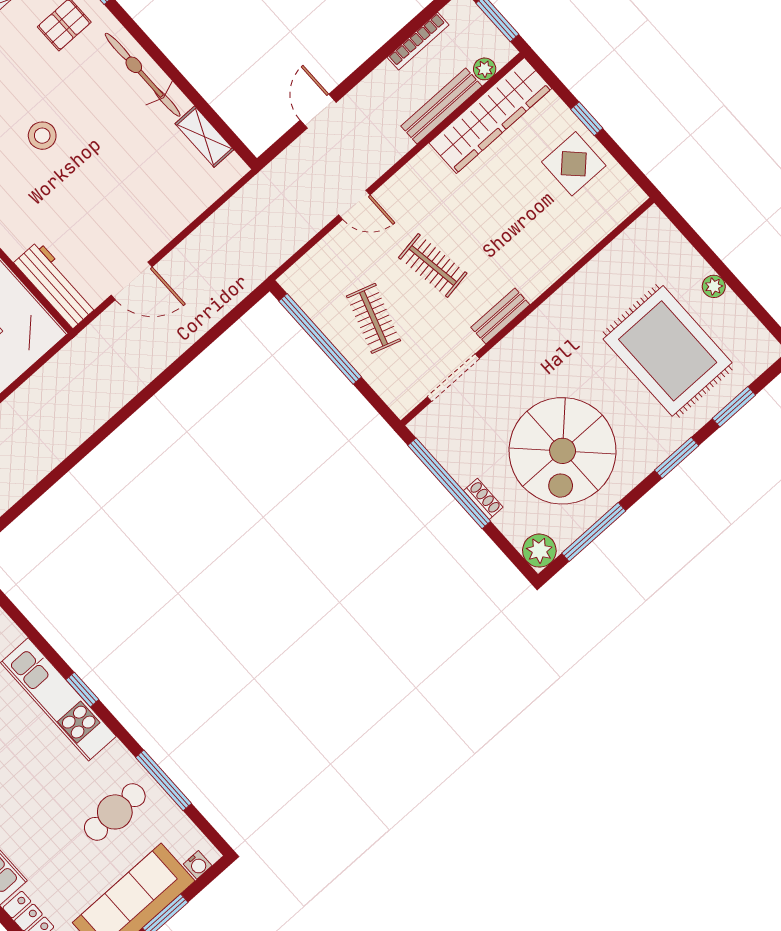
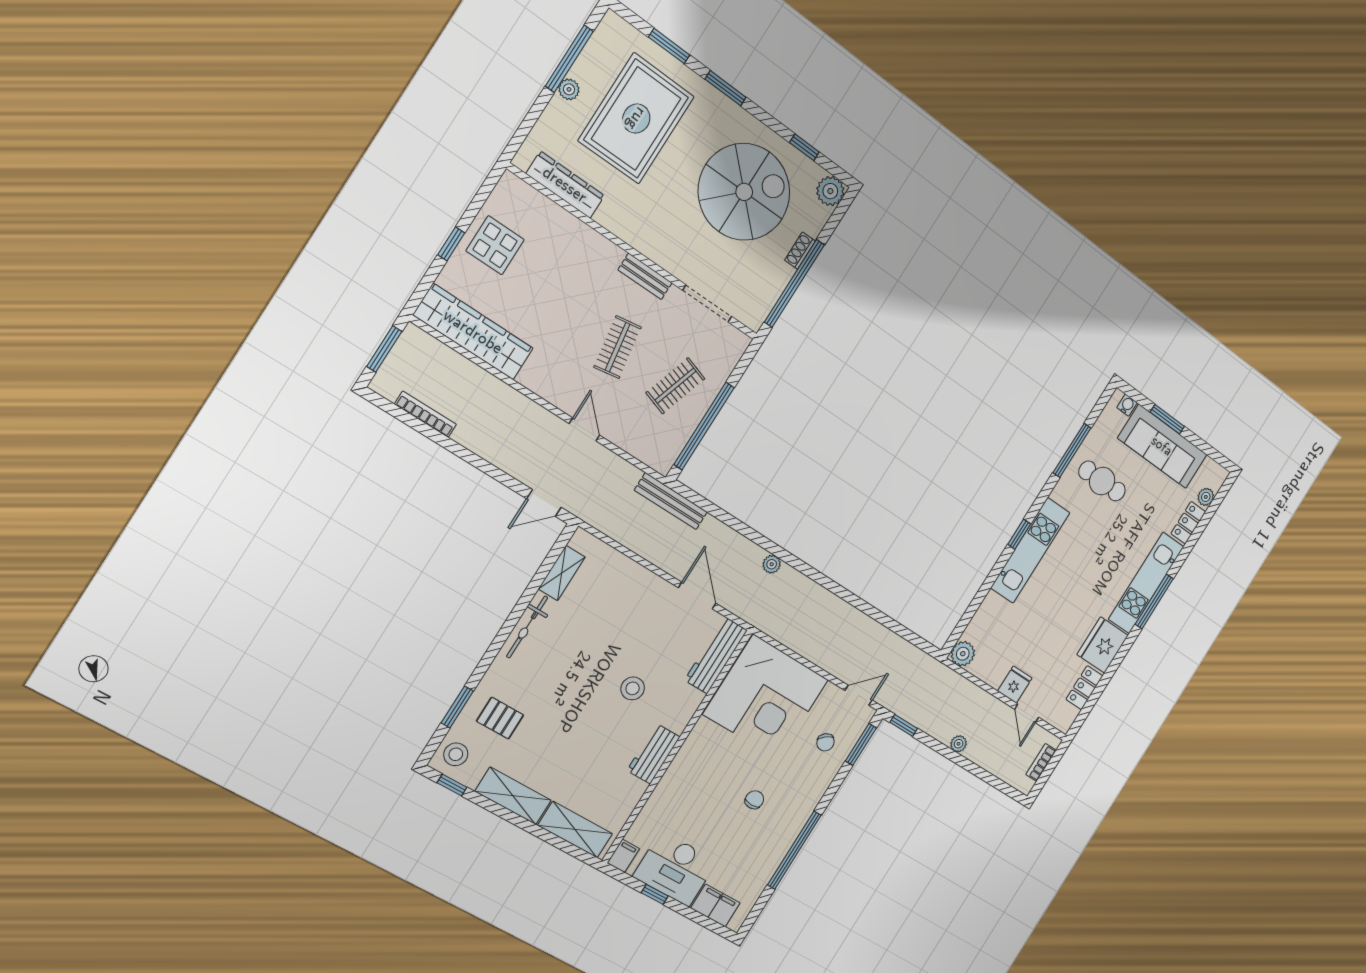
plant: (485, 69) -> (772, 564), moved
bicycle: (143, 75) -> (527, 627), width x0.73, depth x0.71
bench: (441, 106) -> (671, 501), moved
door: (318, 111) -> (544, 503), moved
stool: (42, 136) -> (633, 688), moved
dresser: (618, 256) -> (565, 185), added
window: (745, 295) -> (569, 59), added
window: (594, 532) -> (804, 147), width x0.46

